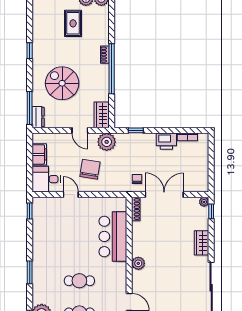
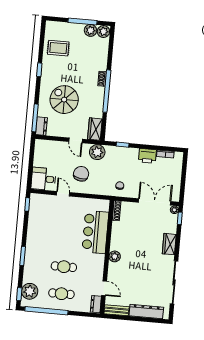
rug: (73, 23) -> (58, 48), moved, turned 90
filing cabinet: (39, 154) -> (40, 158), removed
double door: (164, 195) -> (155, 202), moved

